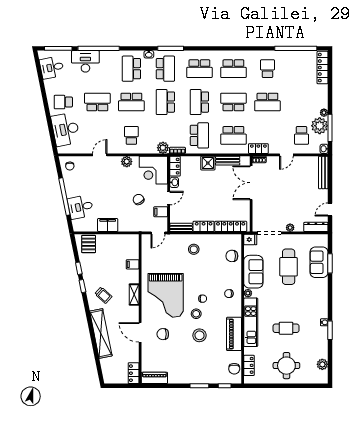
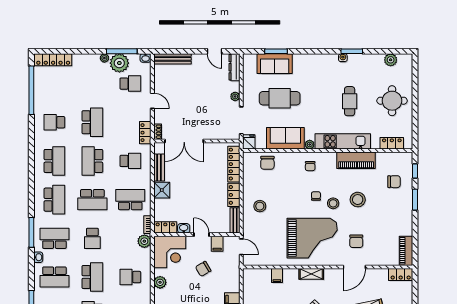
school desk: (165, 102) -> (92, 238), width x0.54
school desk: (233, 135) -> (130, 161), width x0.54
chair: (234, 369) -> (394, 182), moved

